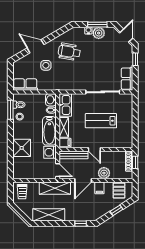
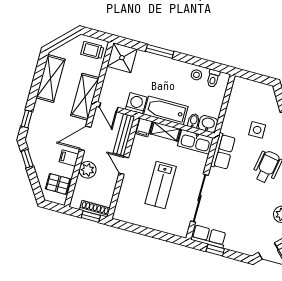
window: (135, 59) -> (215, 250), moved
row of seats: (25, 85) -> (223, 151), moved
window: (10, 110) -> (160, 51), moved
lab bench: (101, 121) -> (161, 185), turned 180
shower: (22, 148) -> (122, 58), moved
door: (94, 149) -> (124, 165), hinge flipped
door: (58, 170) -> (109, 107), hinge flipped
door: (83, 180) -> (85, 138), hinge flipped
window: (116, 210) -> (27, 159), moved

